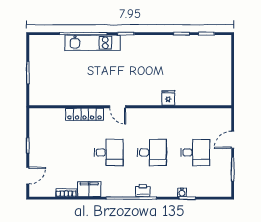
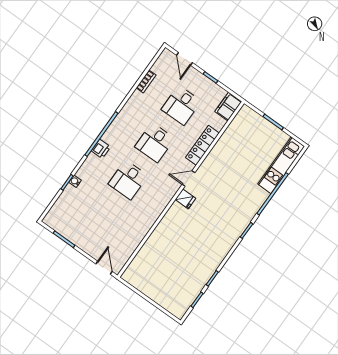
kitchen unit: (93, 43) -> (281, 165), moved
fridge: (168, 98) -> (185, 199), moved
door: (233, 140) -> (104, 268), moved
desk: (195, 152) -> (181, 105), moved
filing cabinet: (89, 189) -> (228, 107), moved, turned 180

